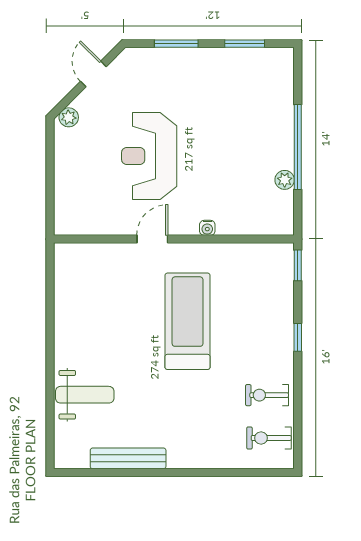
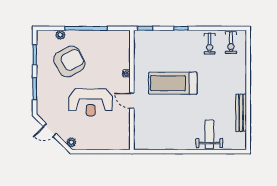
armchair: (231, 113) -> (69, 61), added
plant: (285, 180) -> (60, 35), moved

